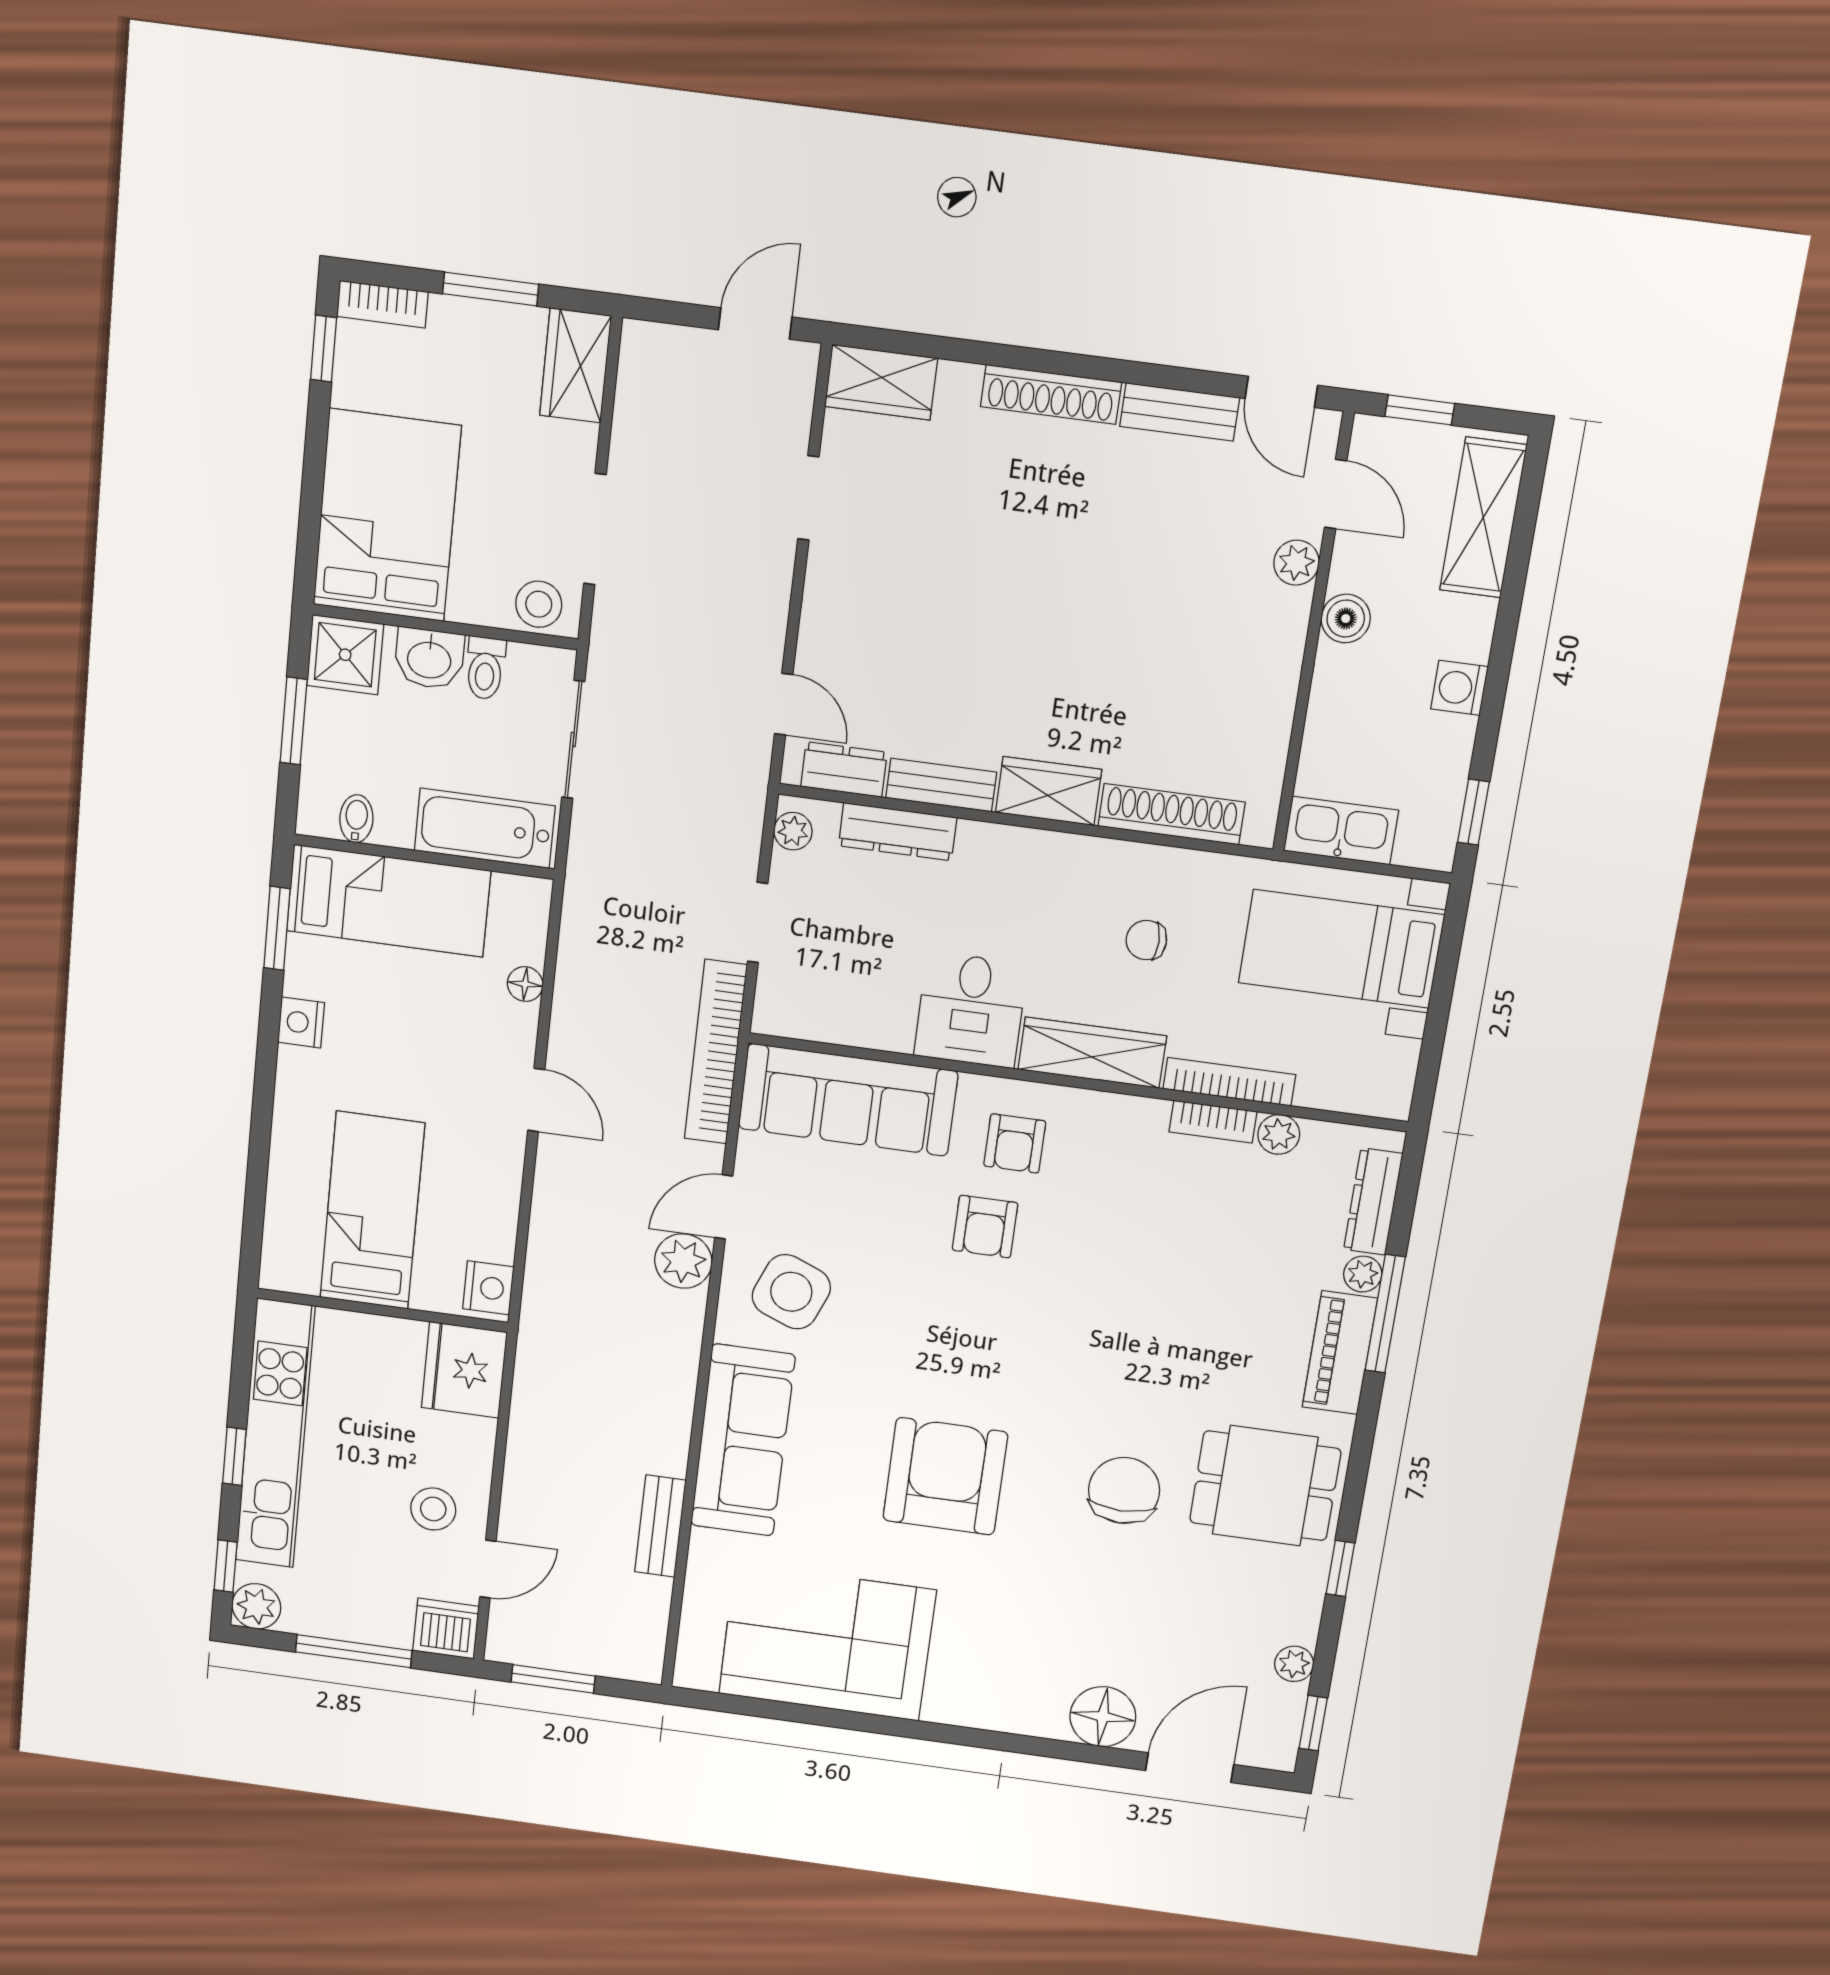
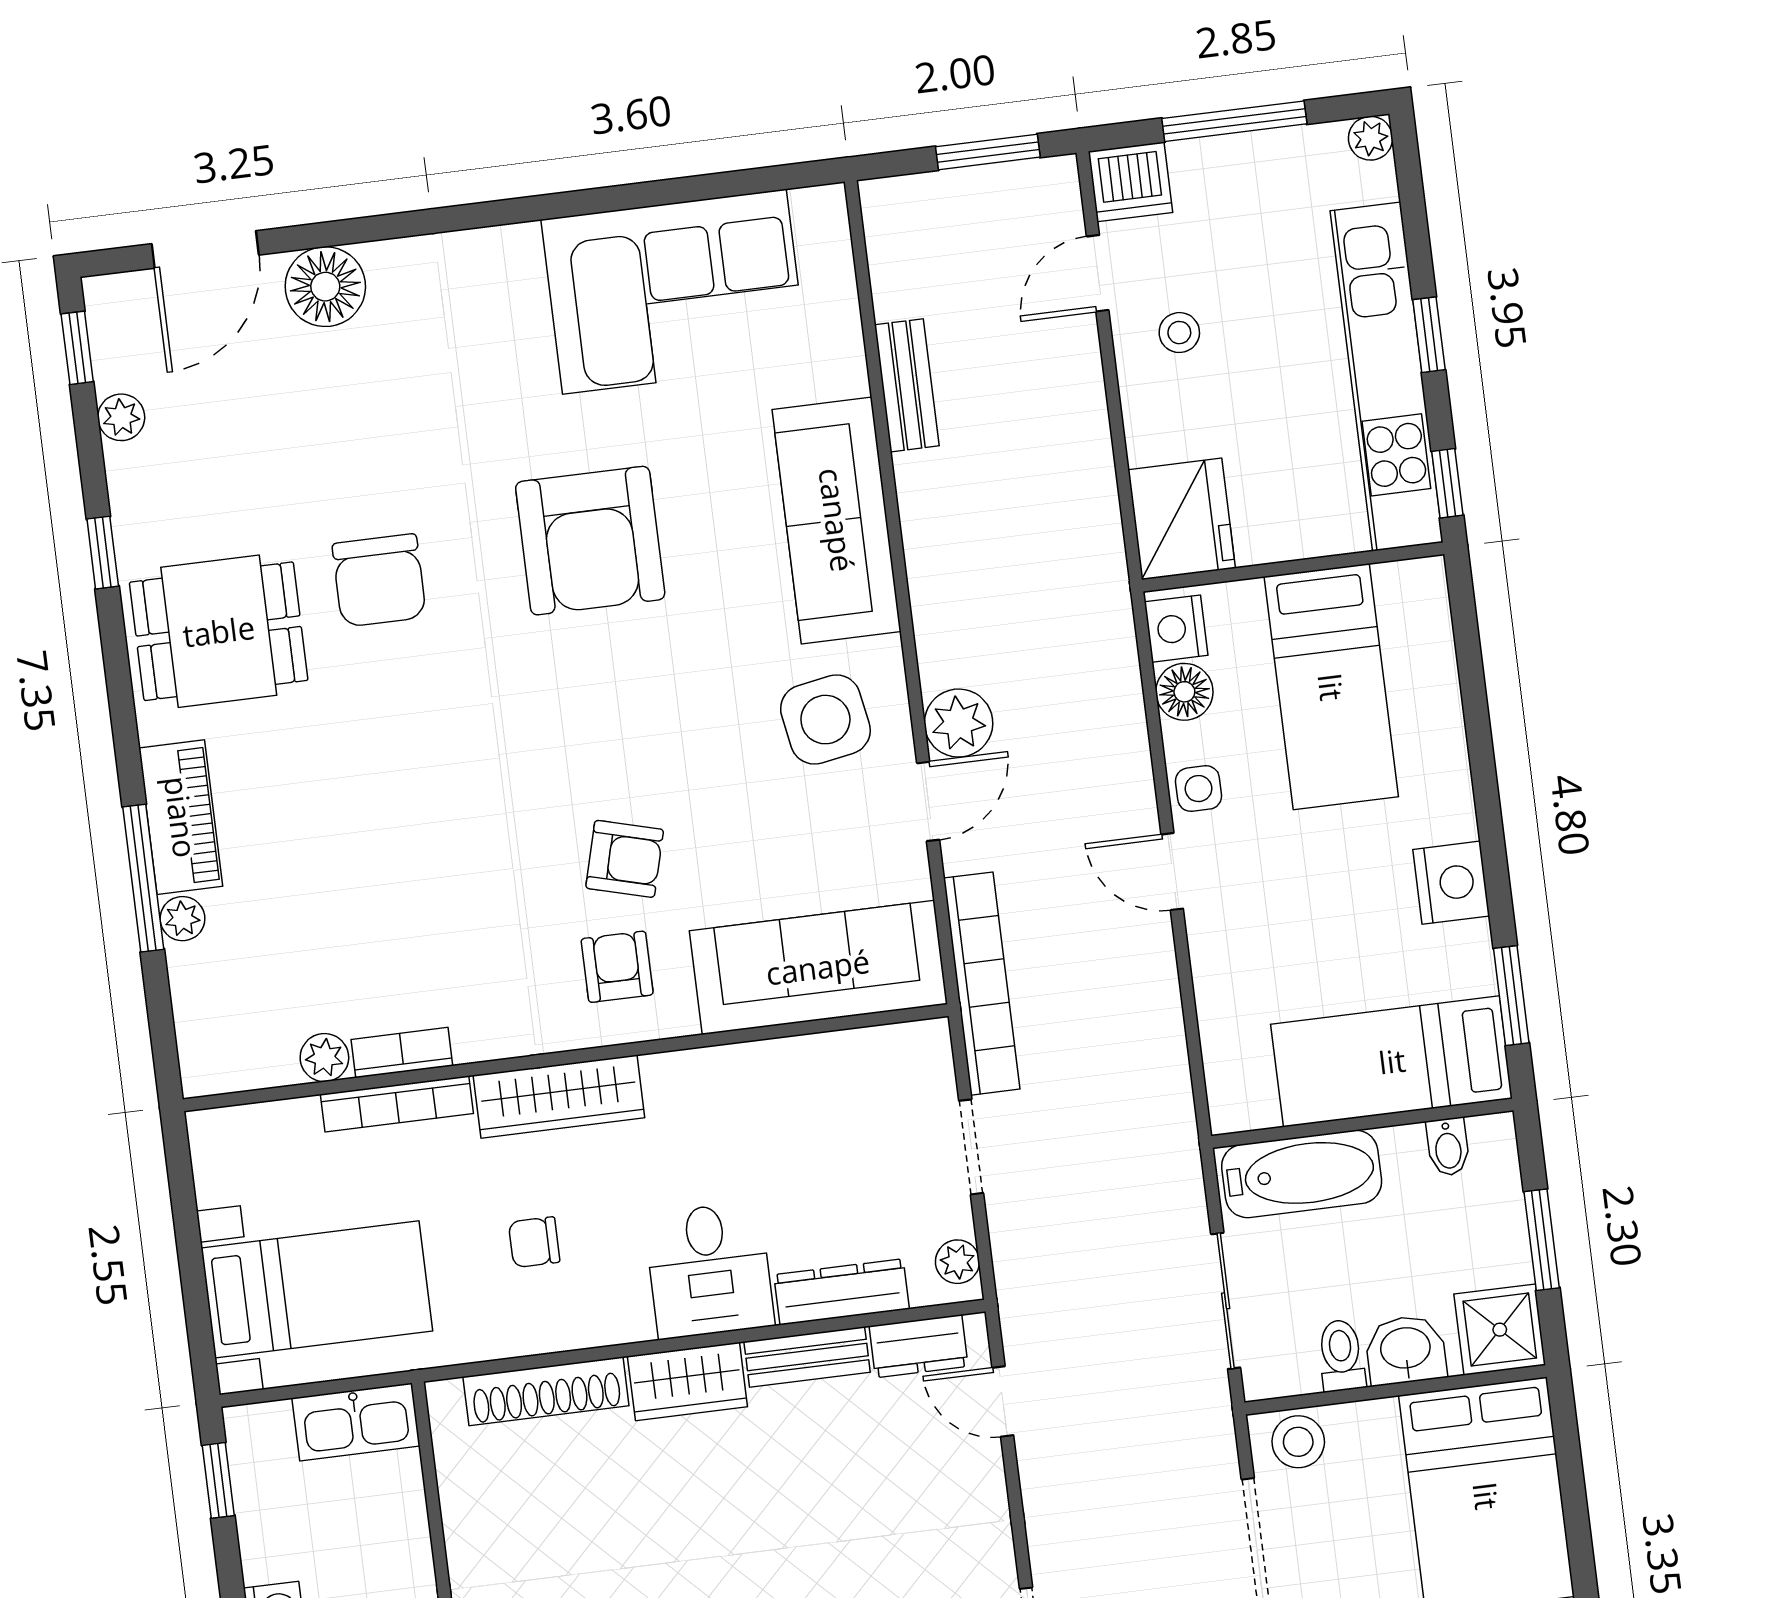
chair: (1146, 940) -> (534, 1242), turned 180
floor lamp: (525, 984) -> (1184, 692), moved, width x1.37, depth x1.37
desk: (971, 1010) -> (709, 1270), moved, turned 180
nightstand: (301, 1022) -> (1451, 883), width x1.36, depth x1.33
side table: (499, 1160) -> (1199, 789), added
dresser: (1373, 1202) -> (196, 1008), removed
armchair: (985, 1227) -> (625, 859), turned 105
side table: (791, 1292) -> (825, 720), turned -32
stool: (433, 1509) -> (1179, 333), width x0.73, depth x0.73
window: (226, 1566) -> (1447, 483), moved
plant: (256, 1606) -> (1371, 138), width x0.73, depth x0.73

